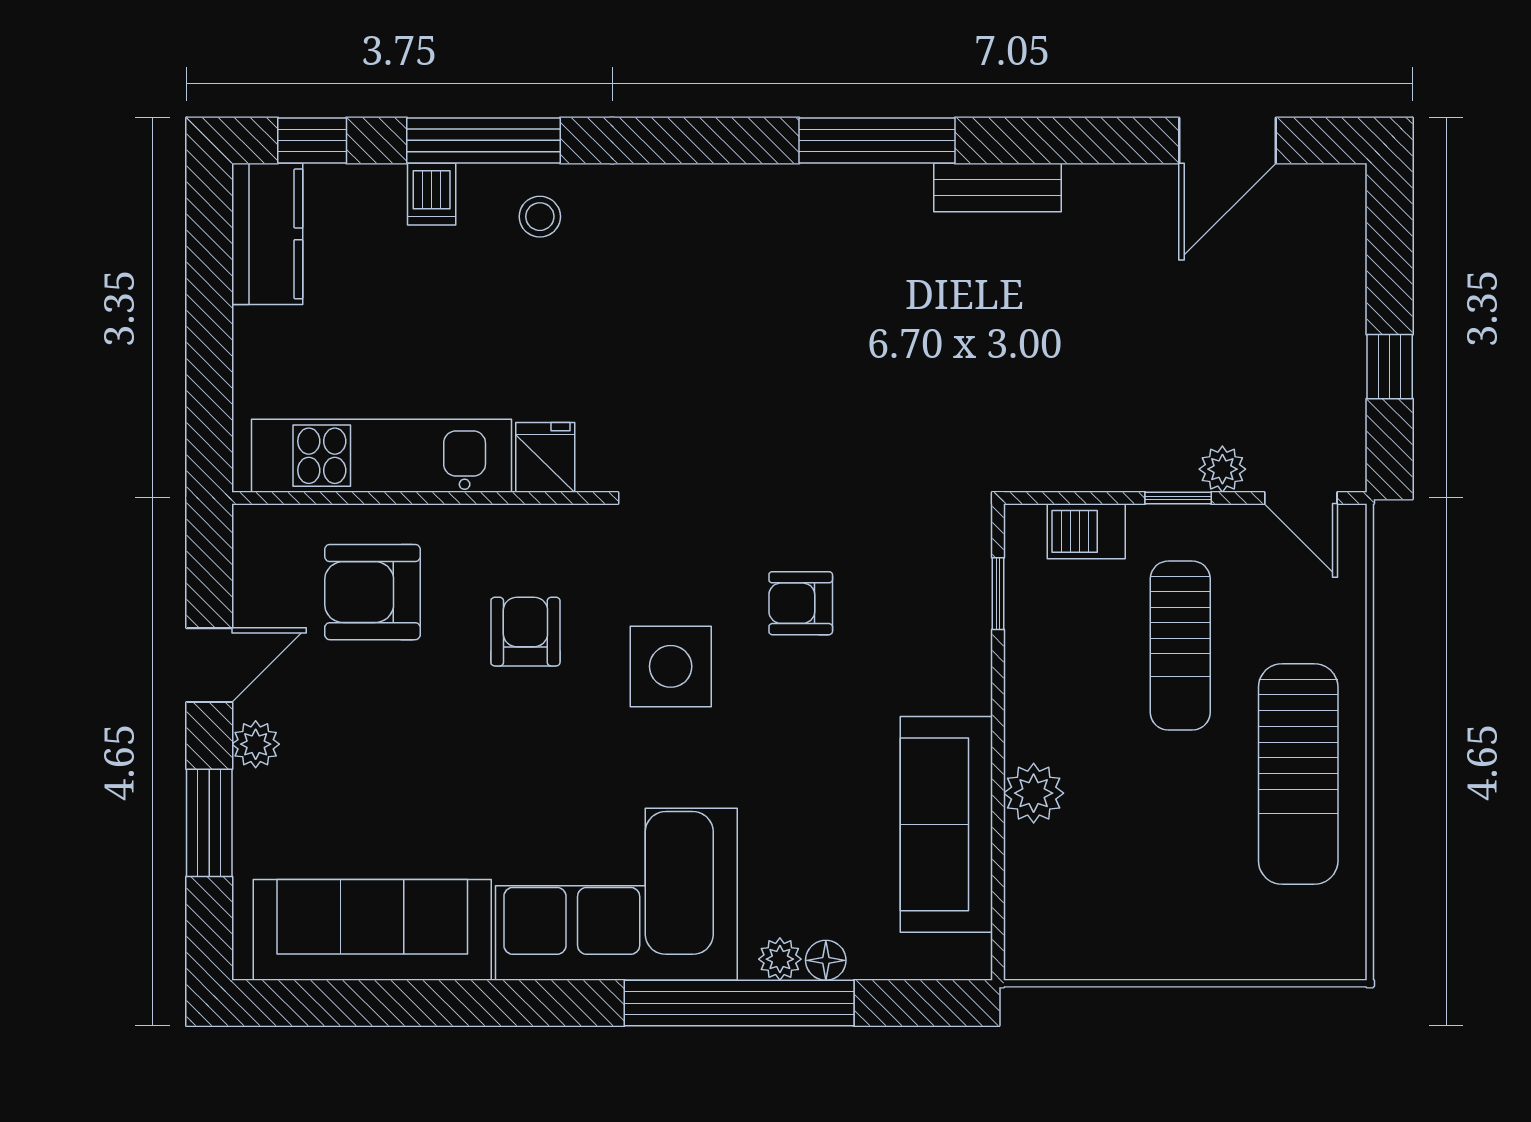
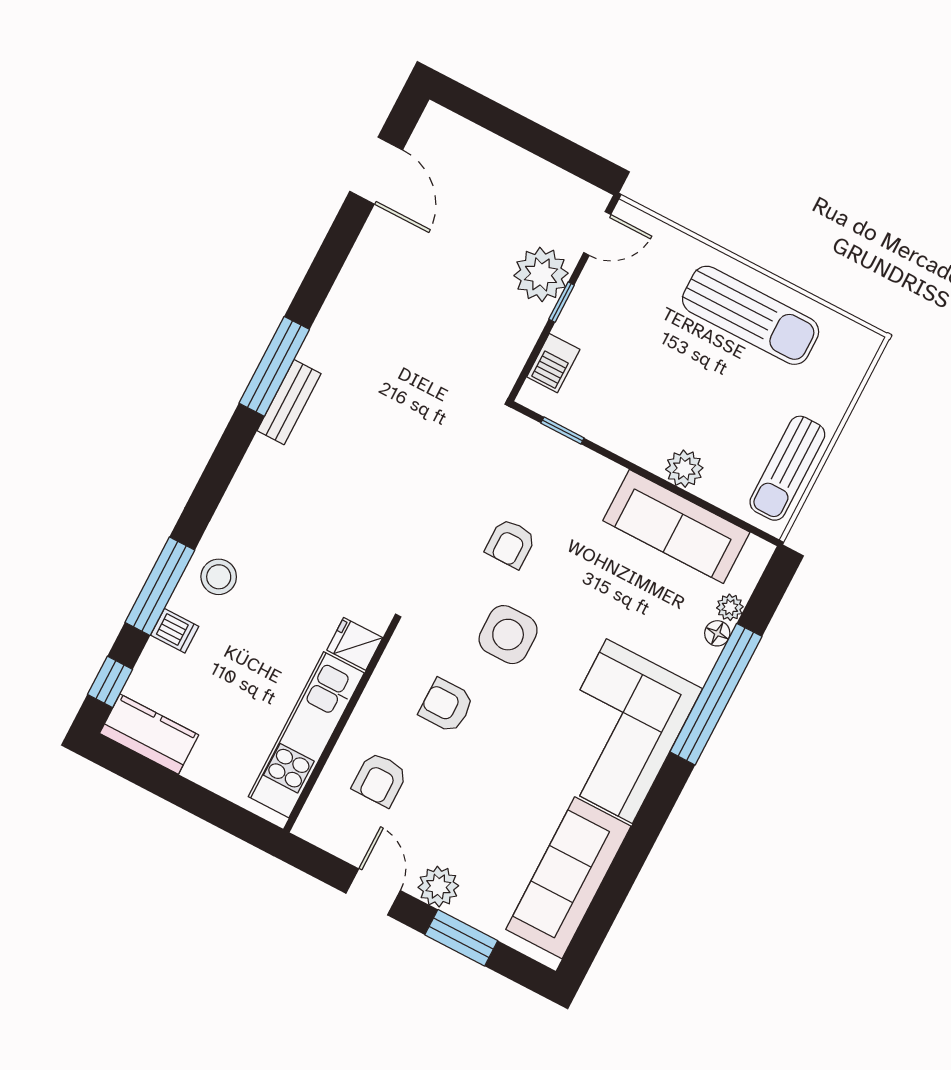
bench: (998, 188) -> (289, 402), moved
stool: (540, 217) -> (219, 577), width x1.37, depth x1.37
window: (1390, 367) -> (550, 146), removed
plant: (1222, 469) -> (541, 274), width x1.88, depth x1.88
armchair: (372, 592) -> (380, 779), width x0.72, depth x0.72
sun lounger: (1180, 646) -> (787, 468), moved, turned 90
plant: (256, 744) -> (438, 887), width x1.38, depth x1.38
plant: (780, 959) -> (730, 607), moved

